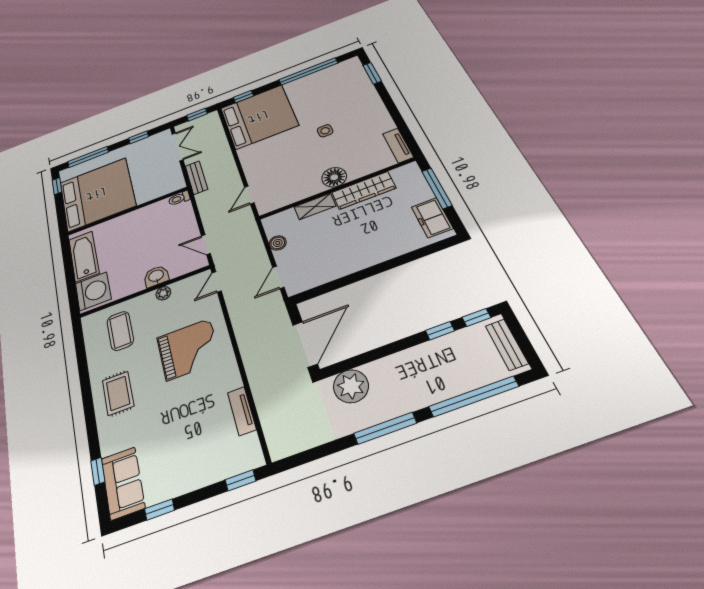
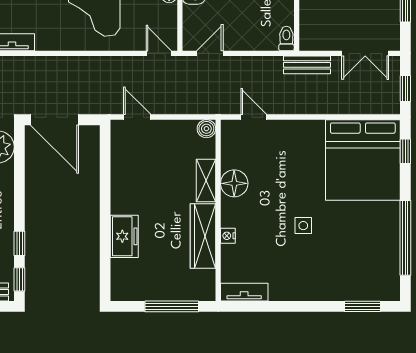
nightstand: (356, 174) -> (228, 236), added
floor lamp: (334, 177) -> (234, 183), moved
freezer: (432, 218) -> (124, 236), moved, turned 90
boiler: (278, 243) -> (206, 129), moved

